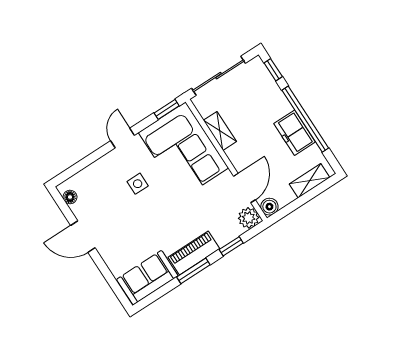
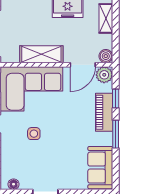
shelving: (220, 131) -> (41, 54), width x1.50, depth x1.33
door: (244, 188) -> (83, 65), swing flipped
piano: (194, 253) -> (104, 112), moved

